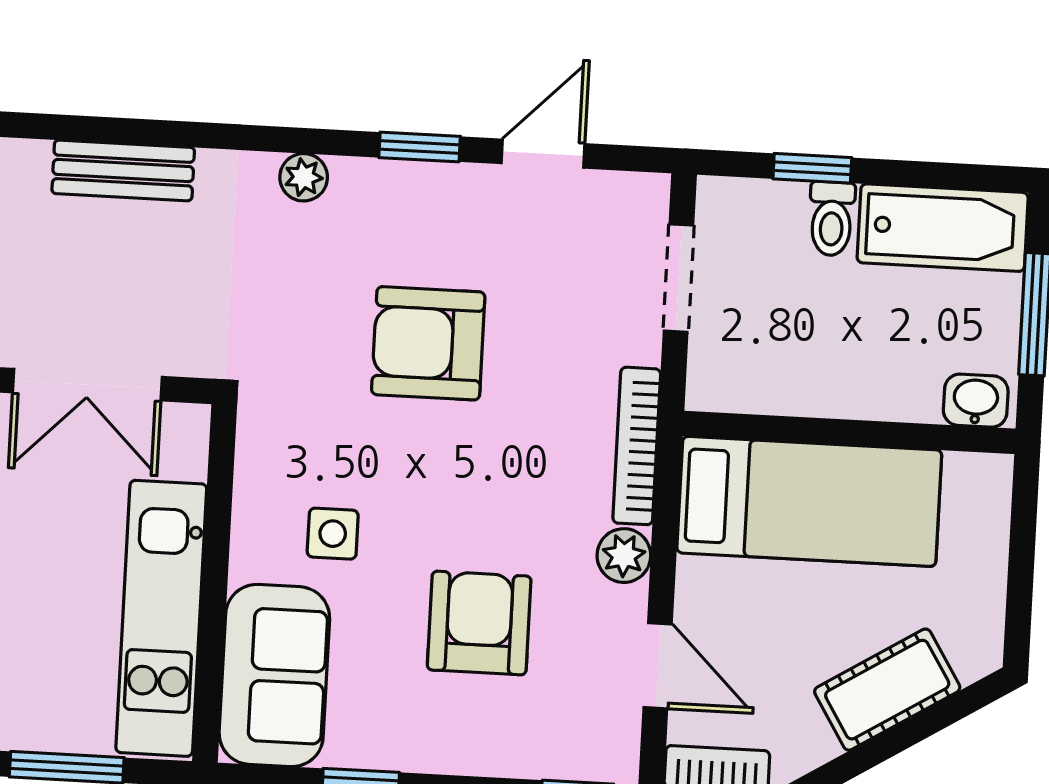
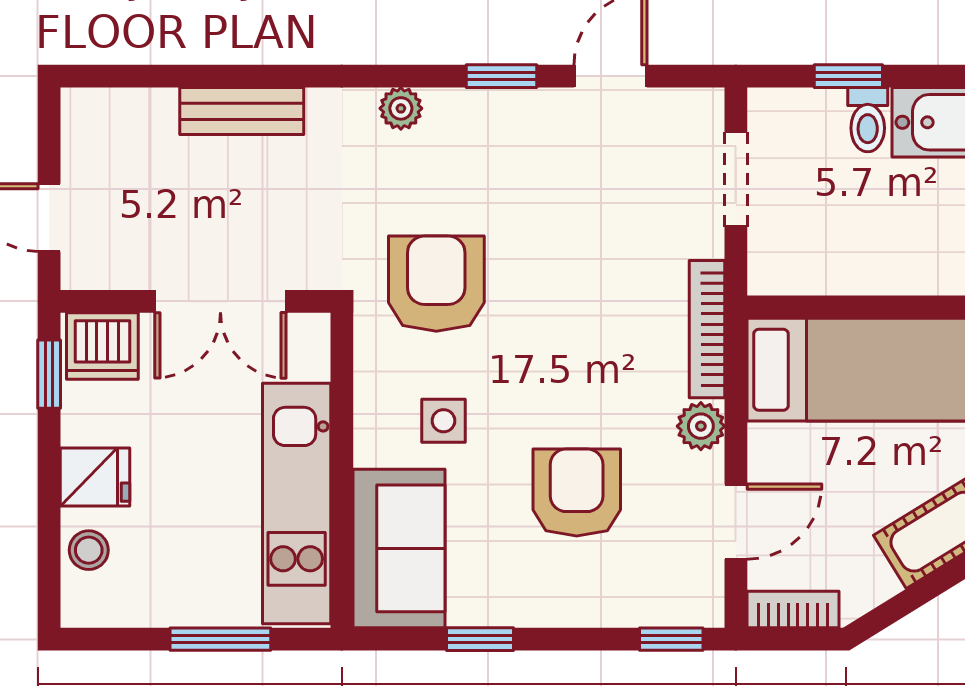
armchair: (428, 343) -> (436, 284), moved, turned 90
door: (658, 666) -> (736, 522), hinge flipped

